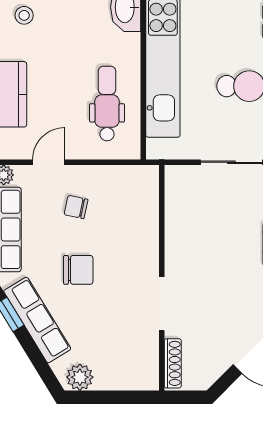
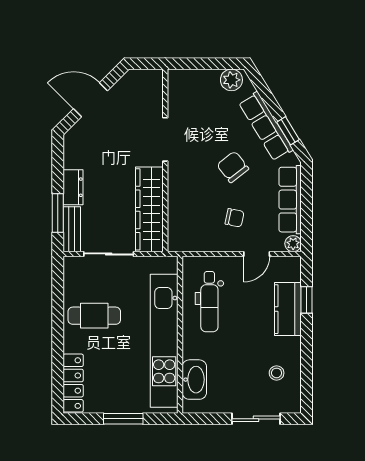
wardrobe: (181, 217) -> (149, 209), added
chair: (78, 270) -> (233, 167), turned 52
shoe rack: (173, 363) -> (156, 91), removed

